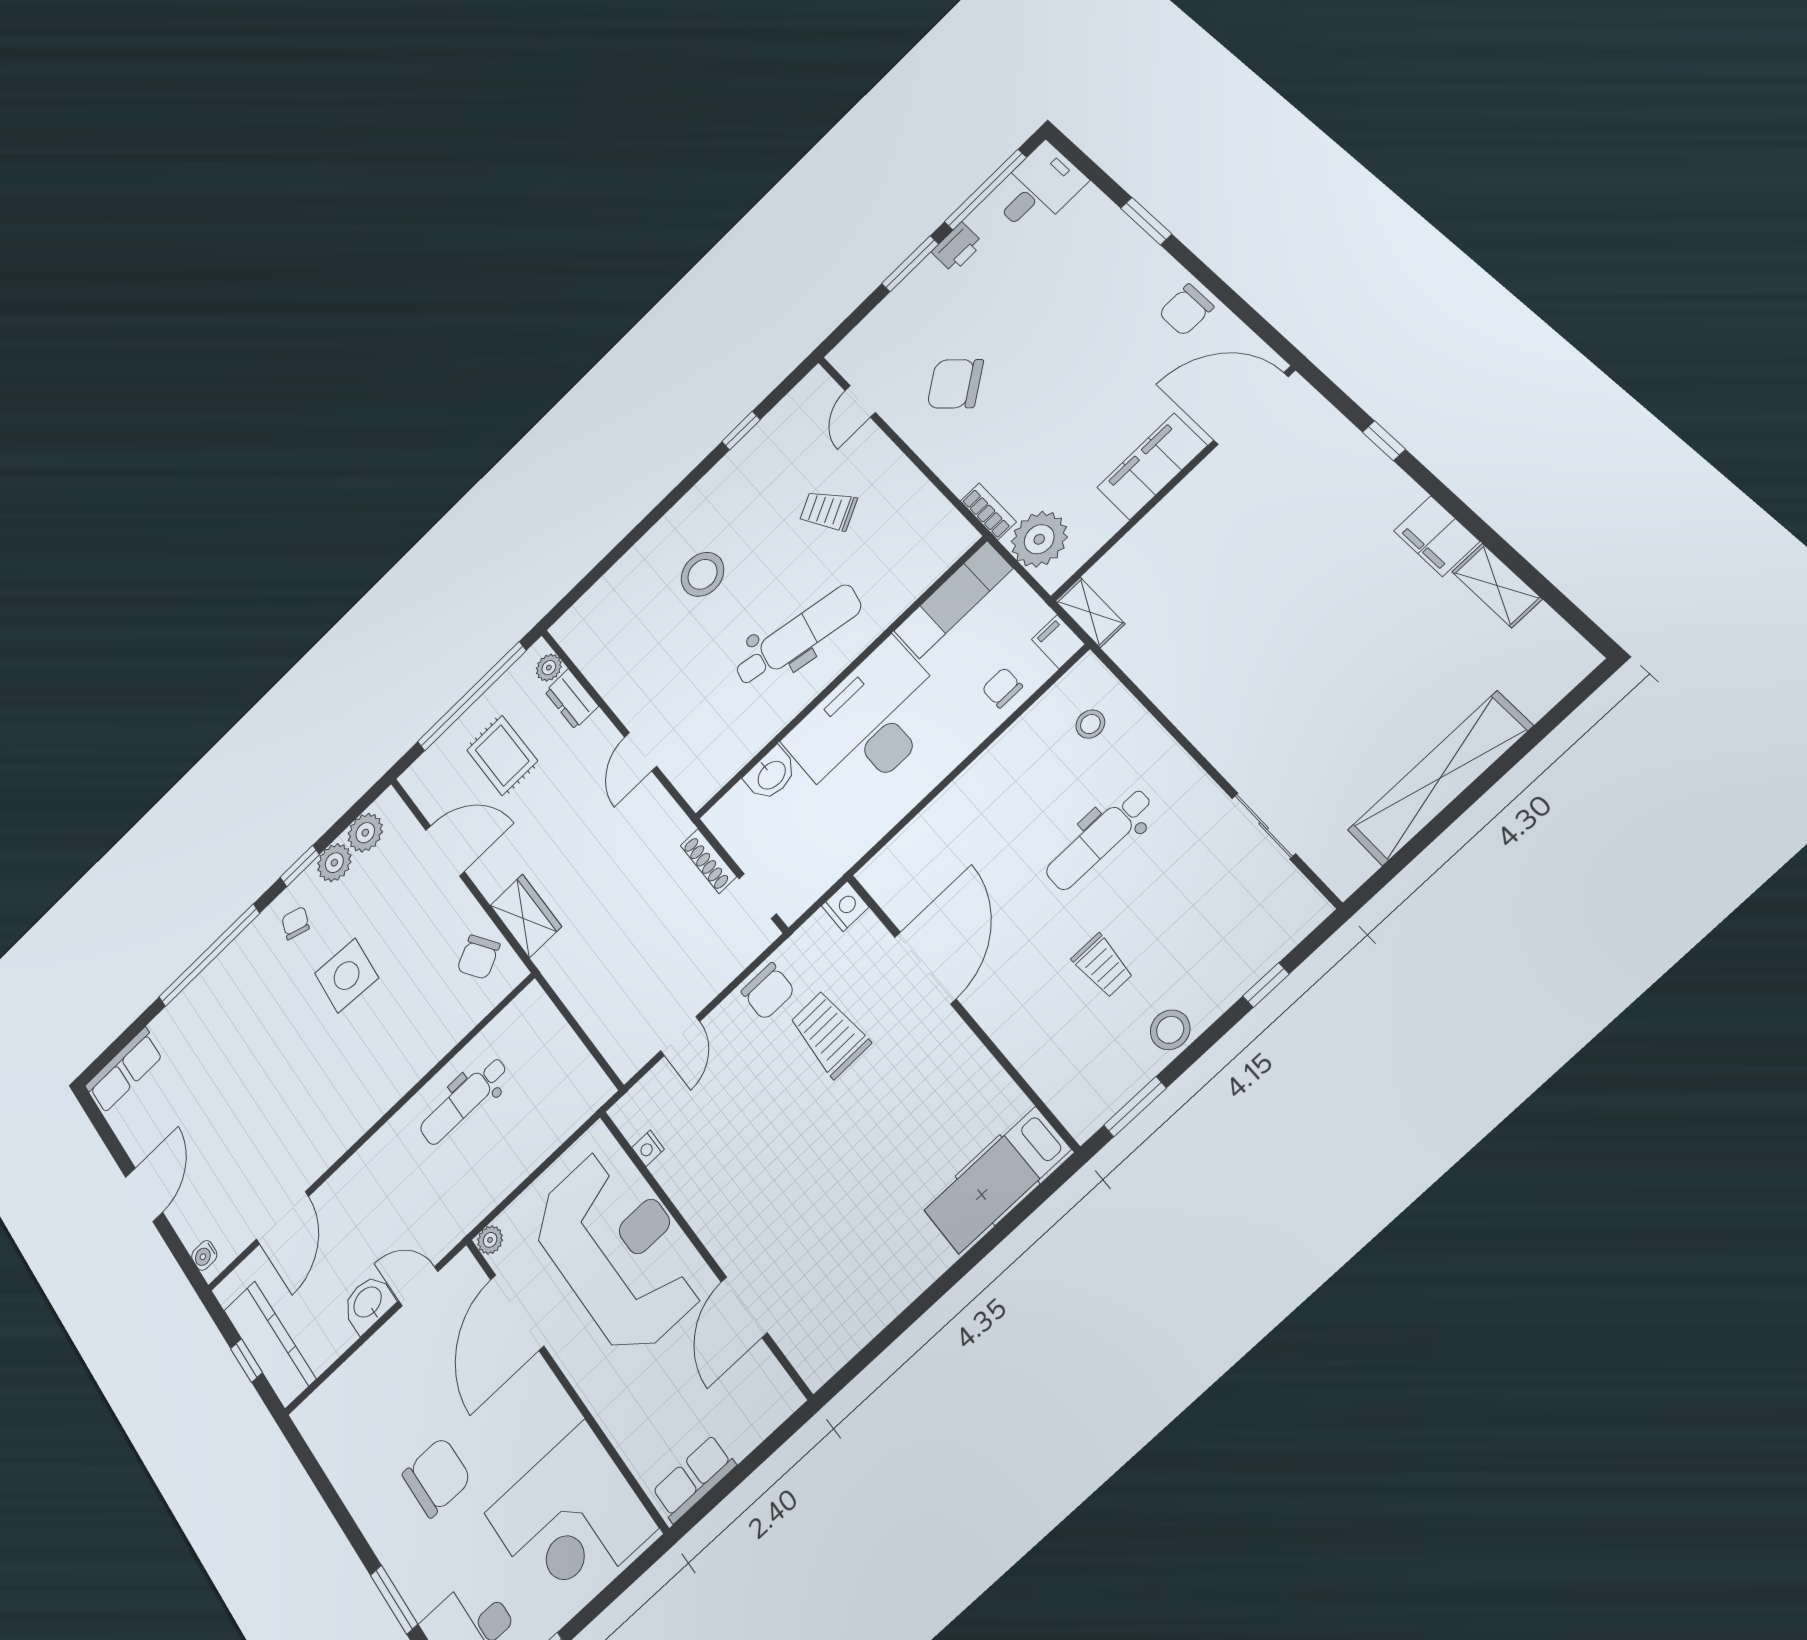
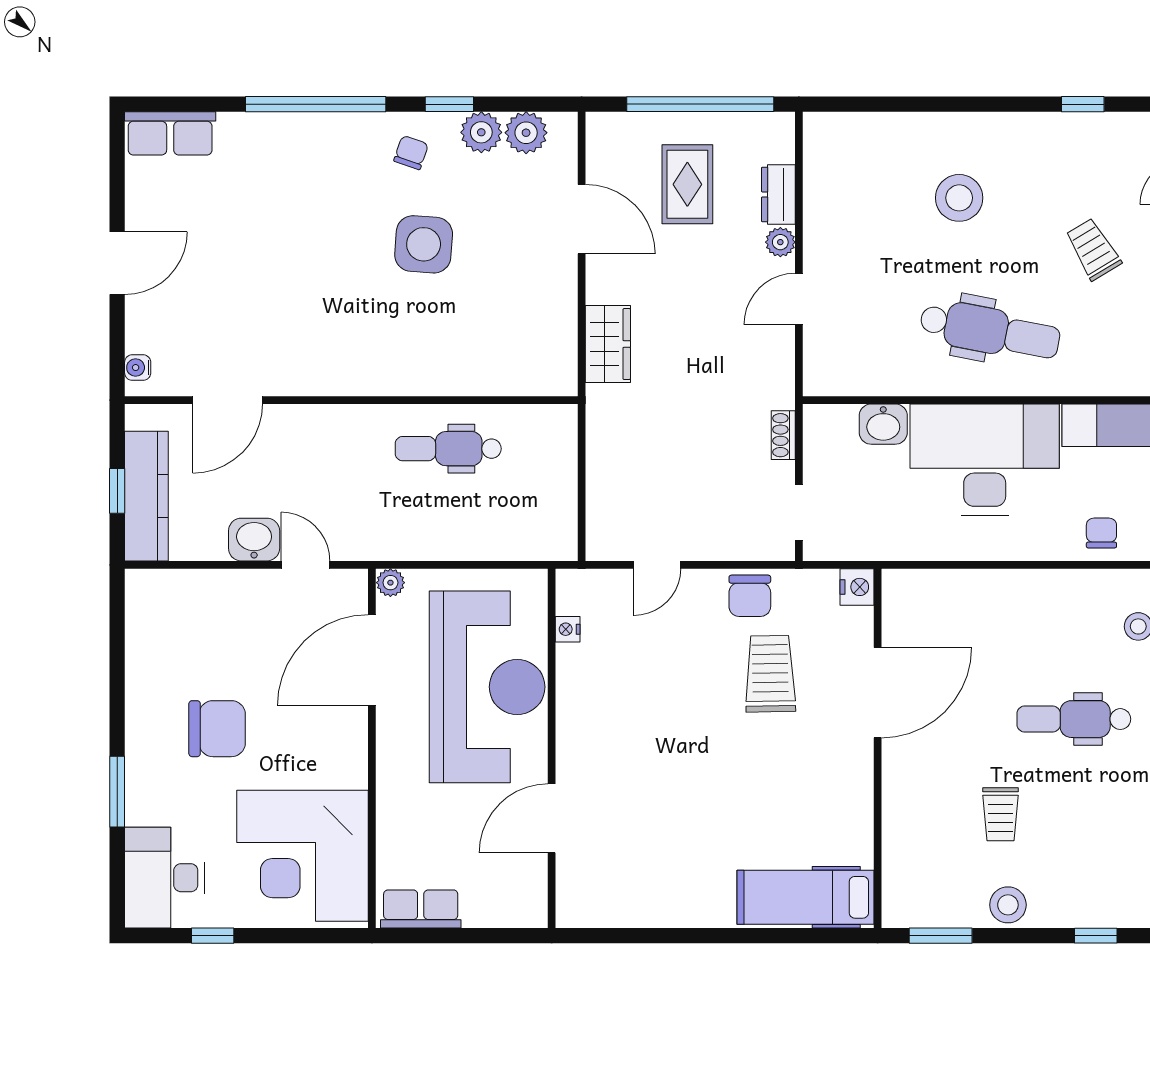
plant: (549, 668) -> (780, 242), moved
shoe rack: (708, 861) -> (783, 435), width x0.70
chair: (478, 957) -> (545, 340), removed

